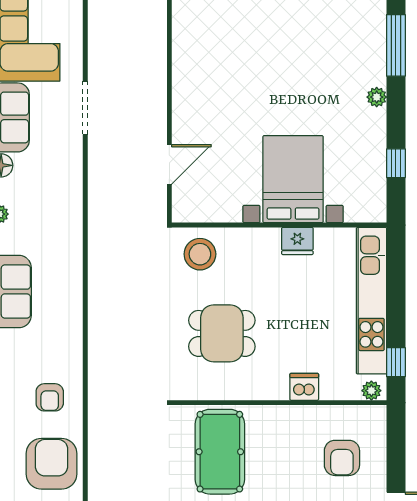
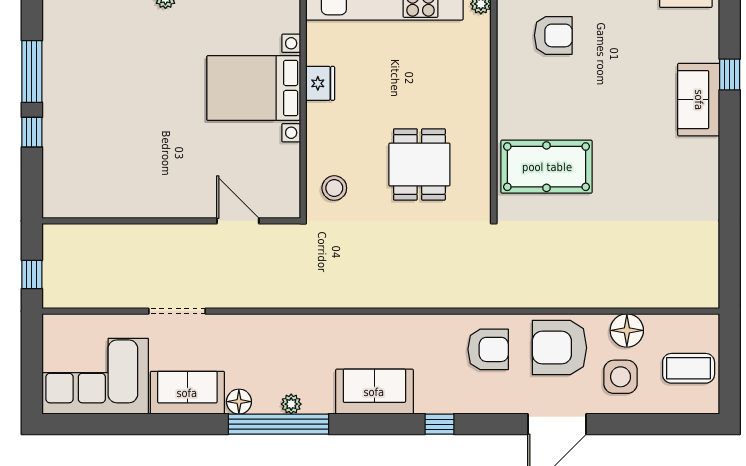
stool: (200, 254) -> (334, 188), width x0.73, depth x0.73
dishwasher: (304, 387) -> (477, 76), removed
armchair: (50, 397) -> (488, 349), width x1.38, depth x1.38

